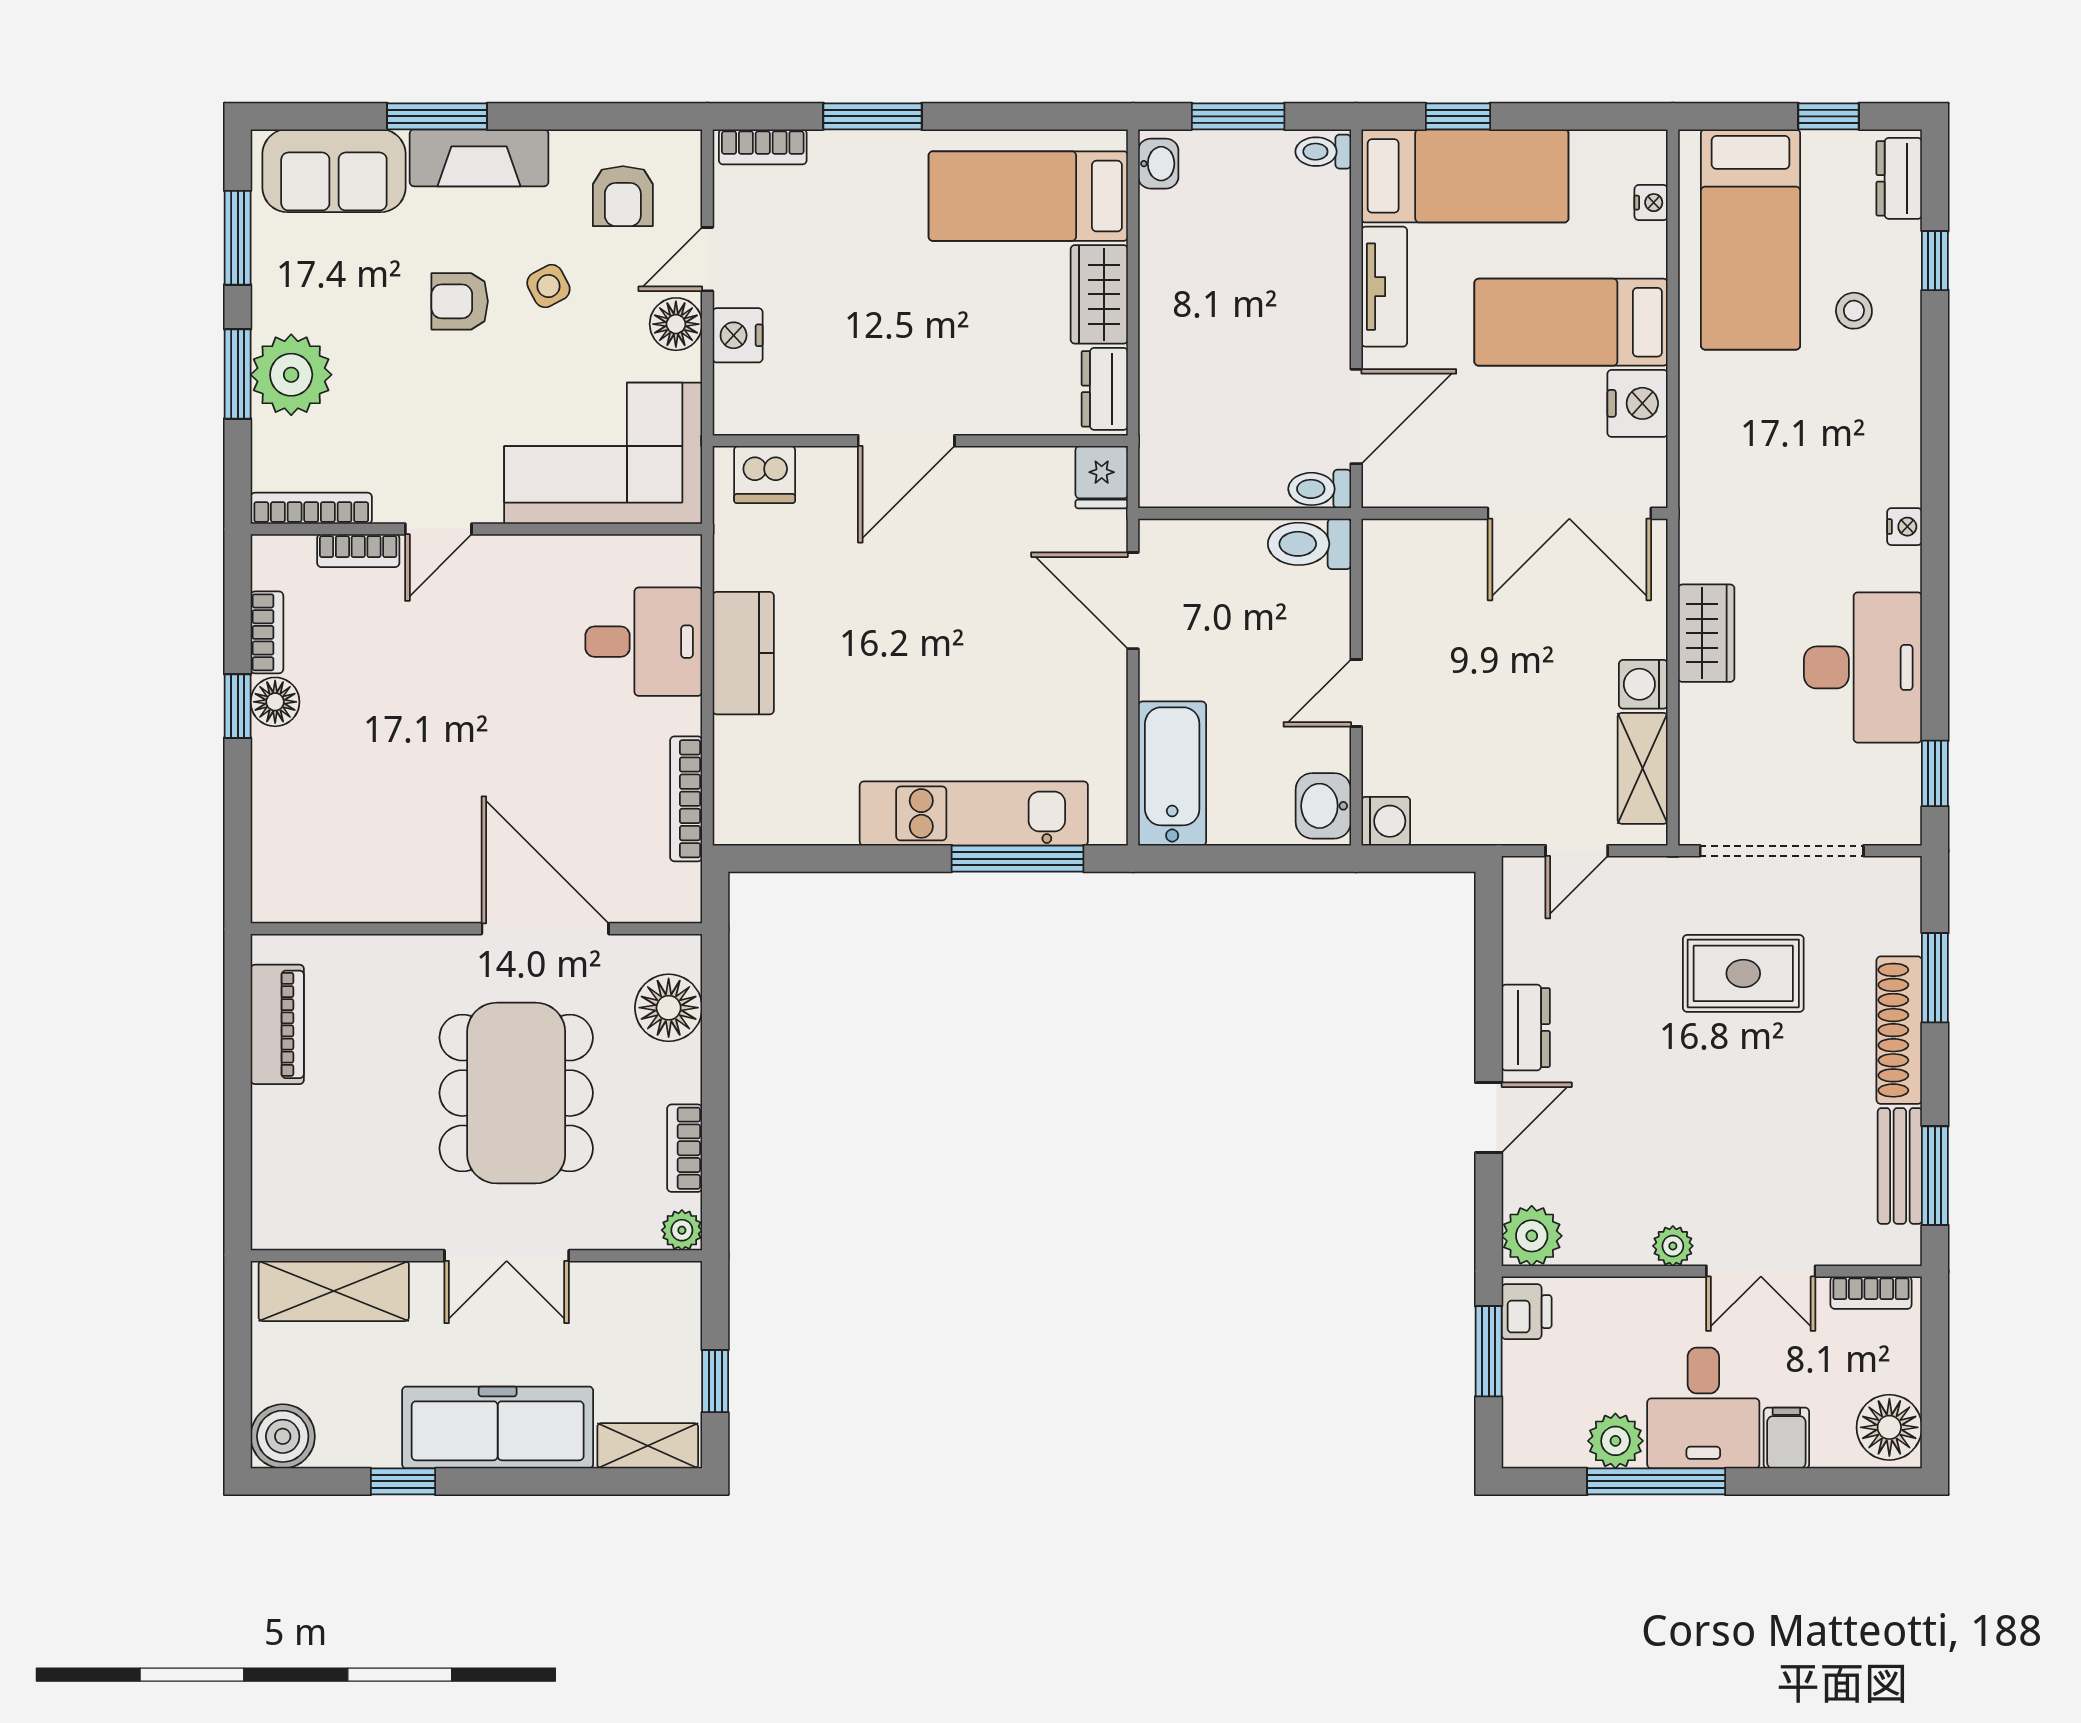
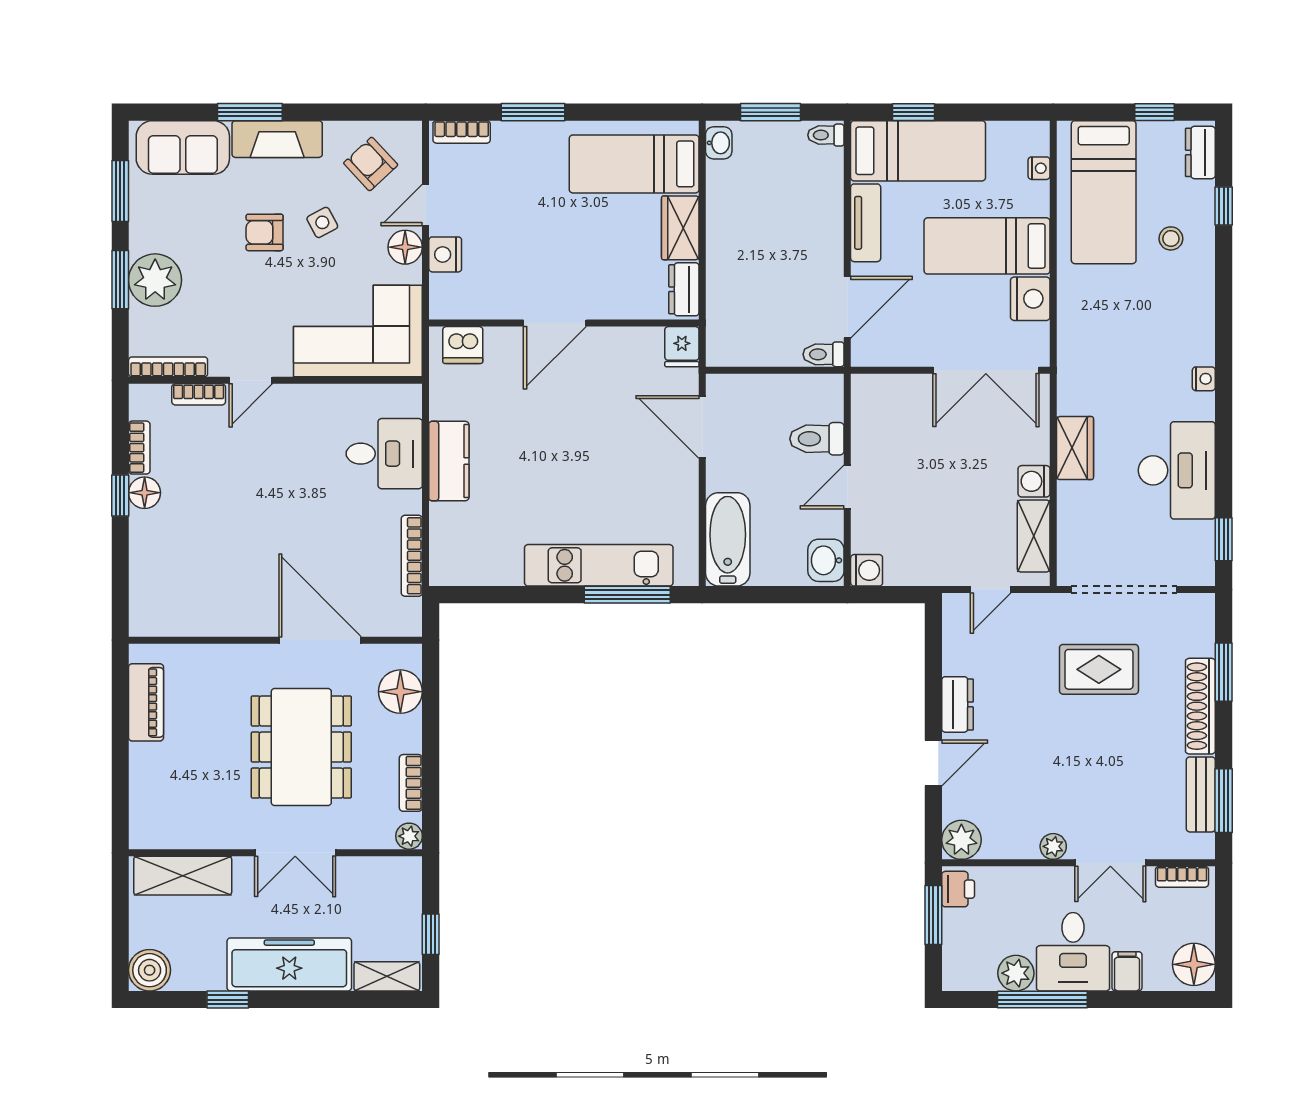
armchair: (623, 196) -> (371, 164), turned 137
toilet: (1309, 544) -> (817, 439), moved

